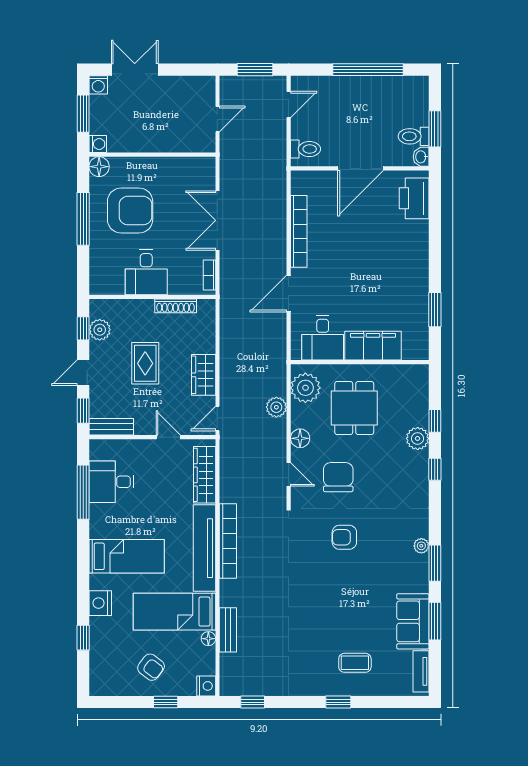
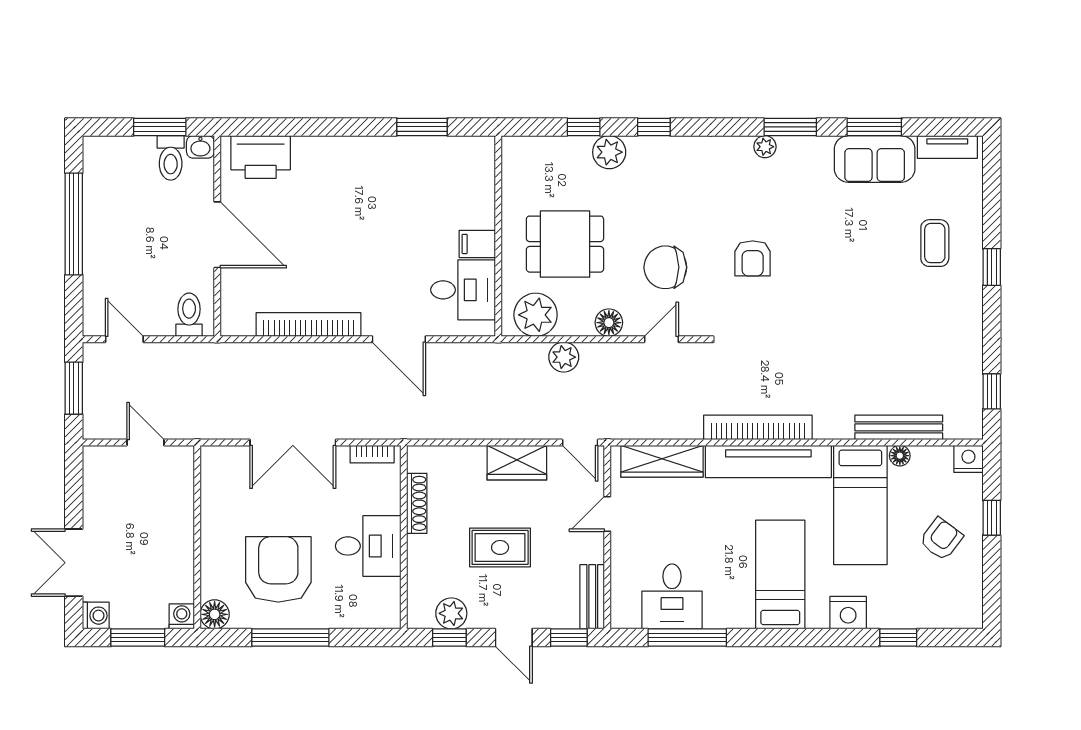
filing cabinet: (373, 346) -> (477, 244), width x0.33, depth x0.86
bench: (228, 630) -> (899, 427), width x1.36

